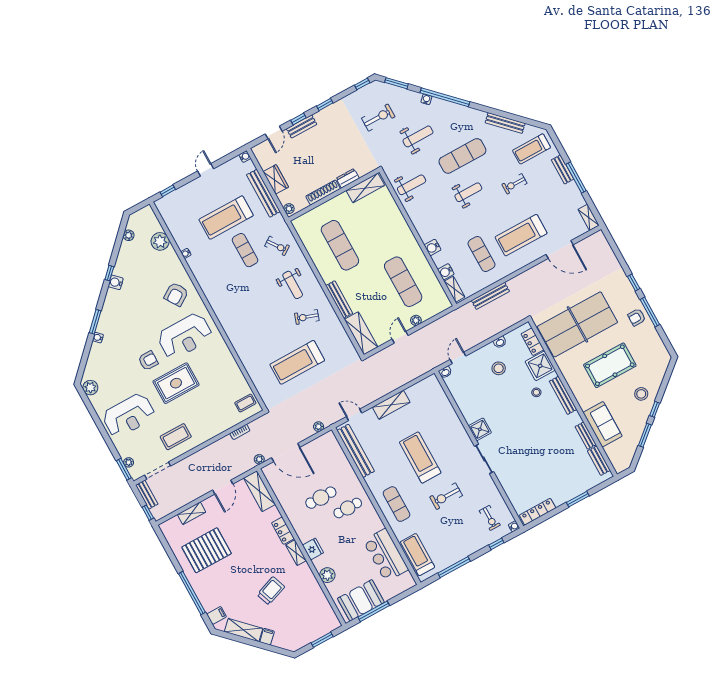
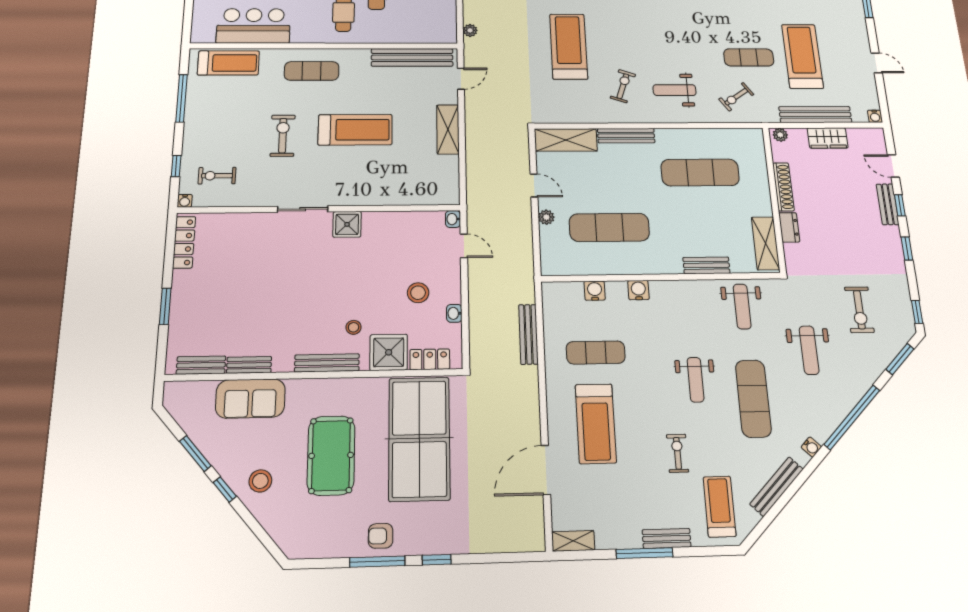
water cooler: (426, 99) -> (811, 447), moved
bench: (397, 216) -> (706, 265), added
treadmill: (521, 235) -> (596, 423), turned 180
shelving: (454, 289) -> (564, 290), removed
armchair: (637, 317) -> (381, 536), turned -90

